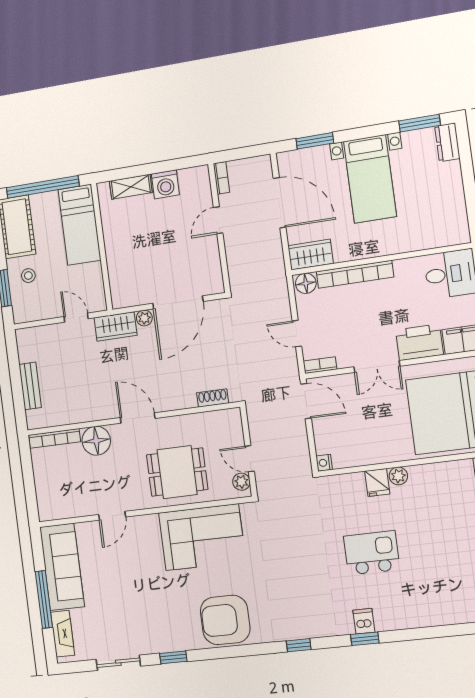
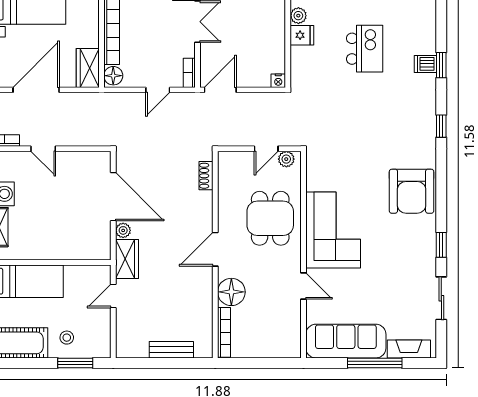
corner sofa: (202, 537) -> (333, 230), moved
kitchen island: (372, 553) -> (365, 49), turned 180

